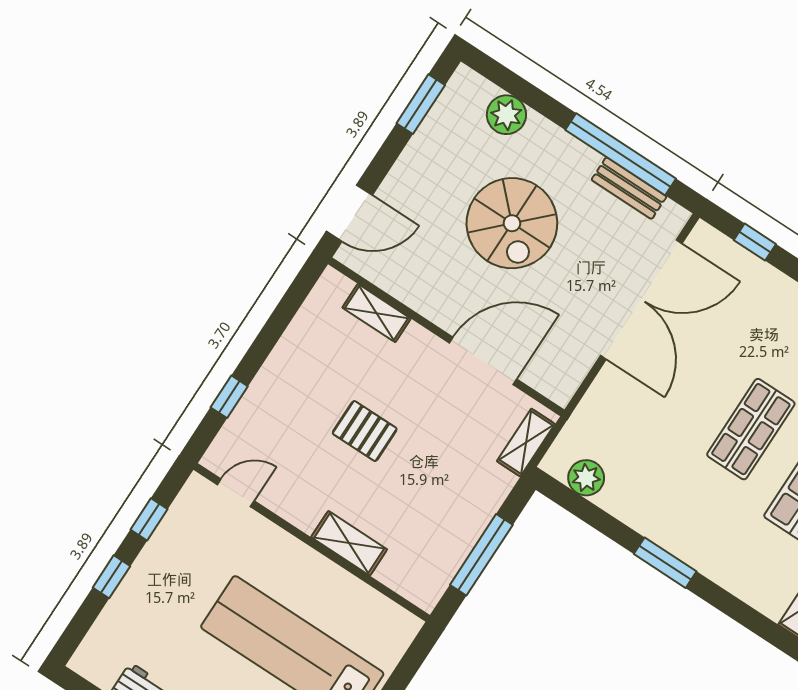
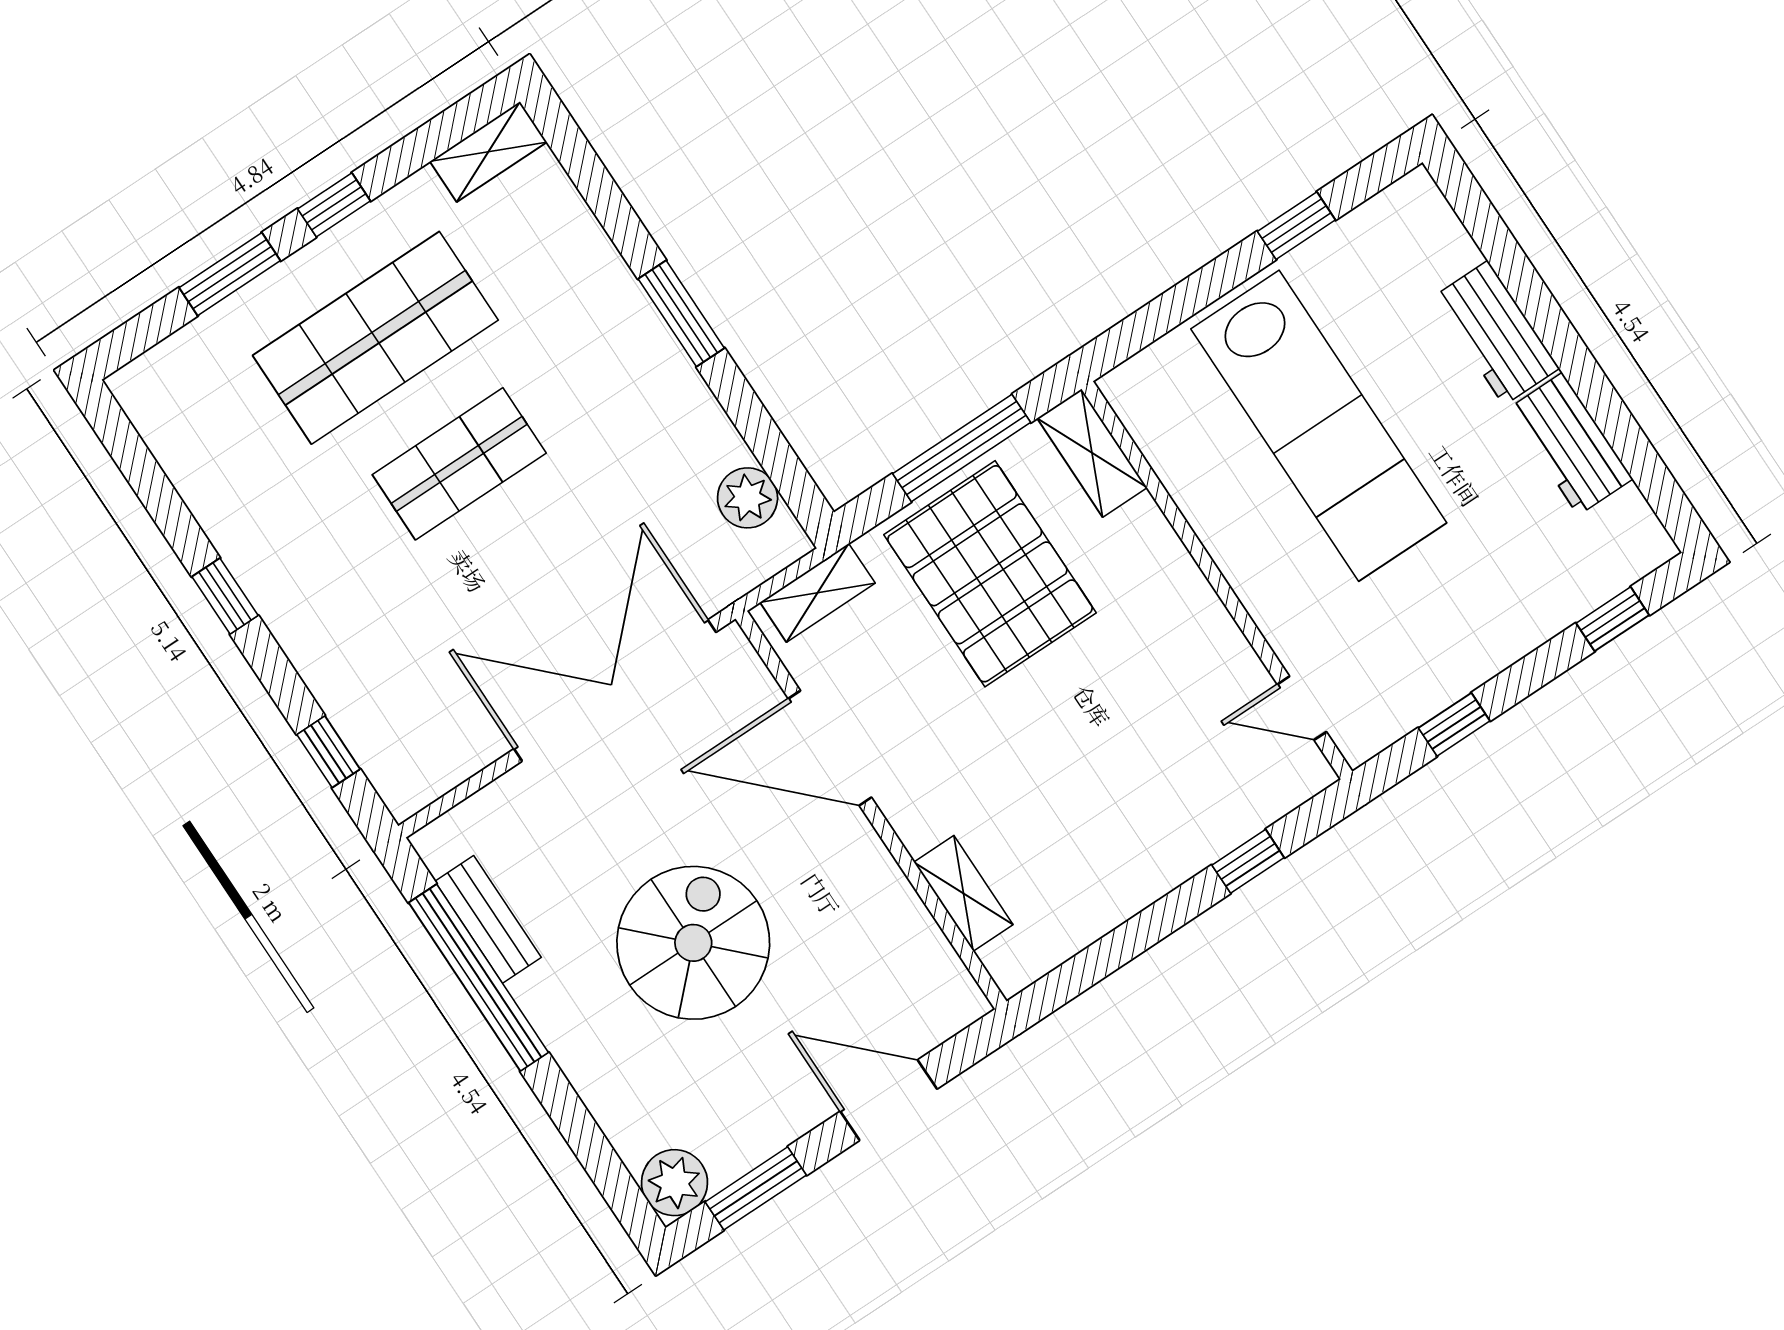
plant: (506, 115) -> (674, 1183), moved
door: (349, 213) -> (889, 1100), moved
double door: (641, 300) -> (615, 690), moved
pallet: (365, 431) -> (990, 574), moved, width x2.05, depth x2.00
shelving: (349, 543) -> (1092, 453), moved
window: (111, 577) -> (1613, 619), moved

